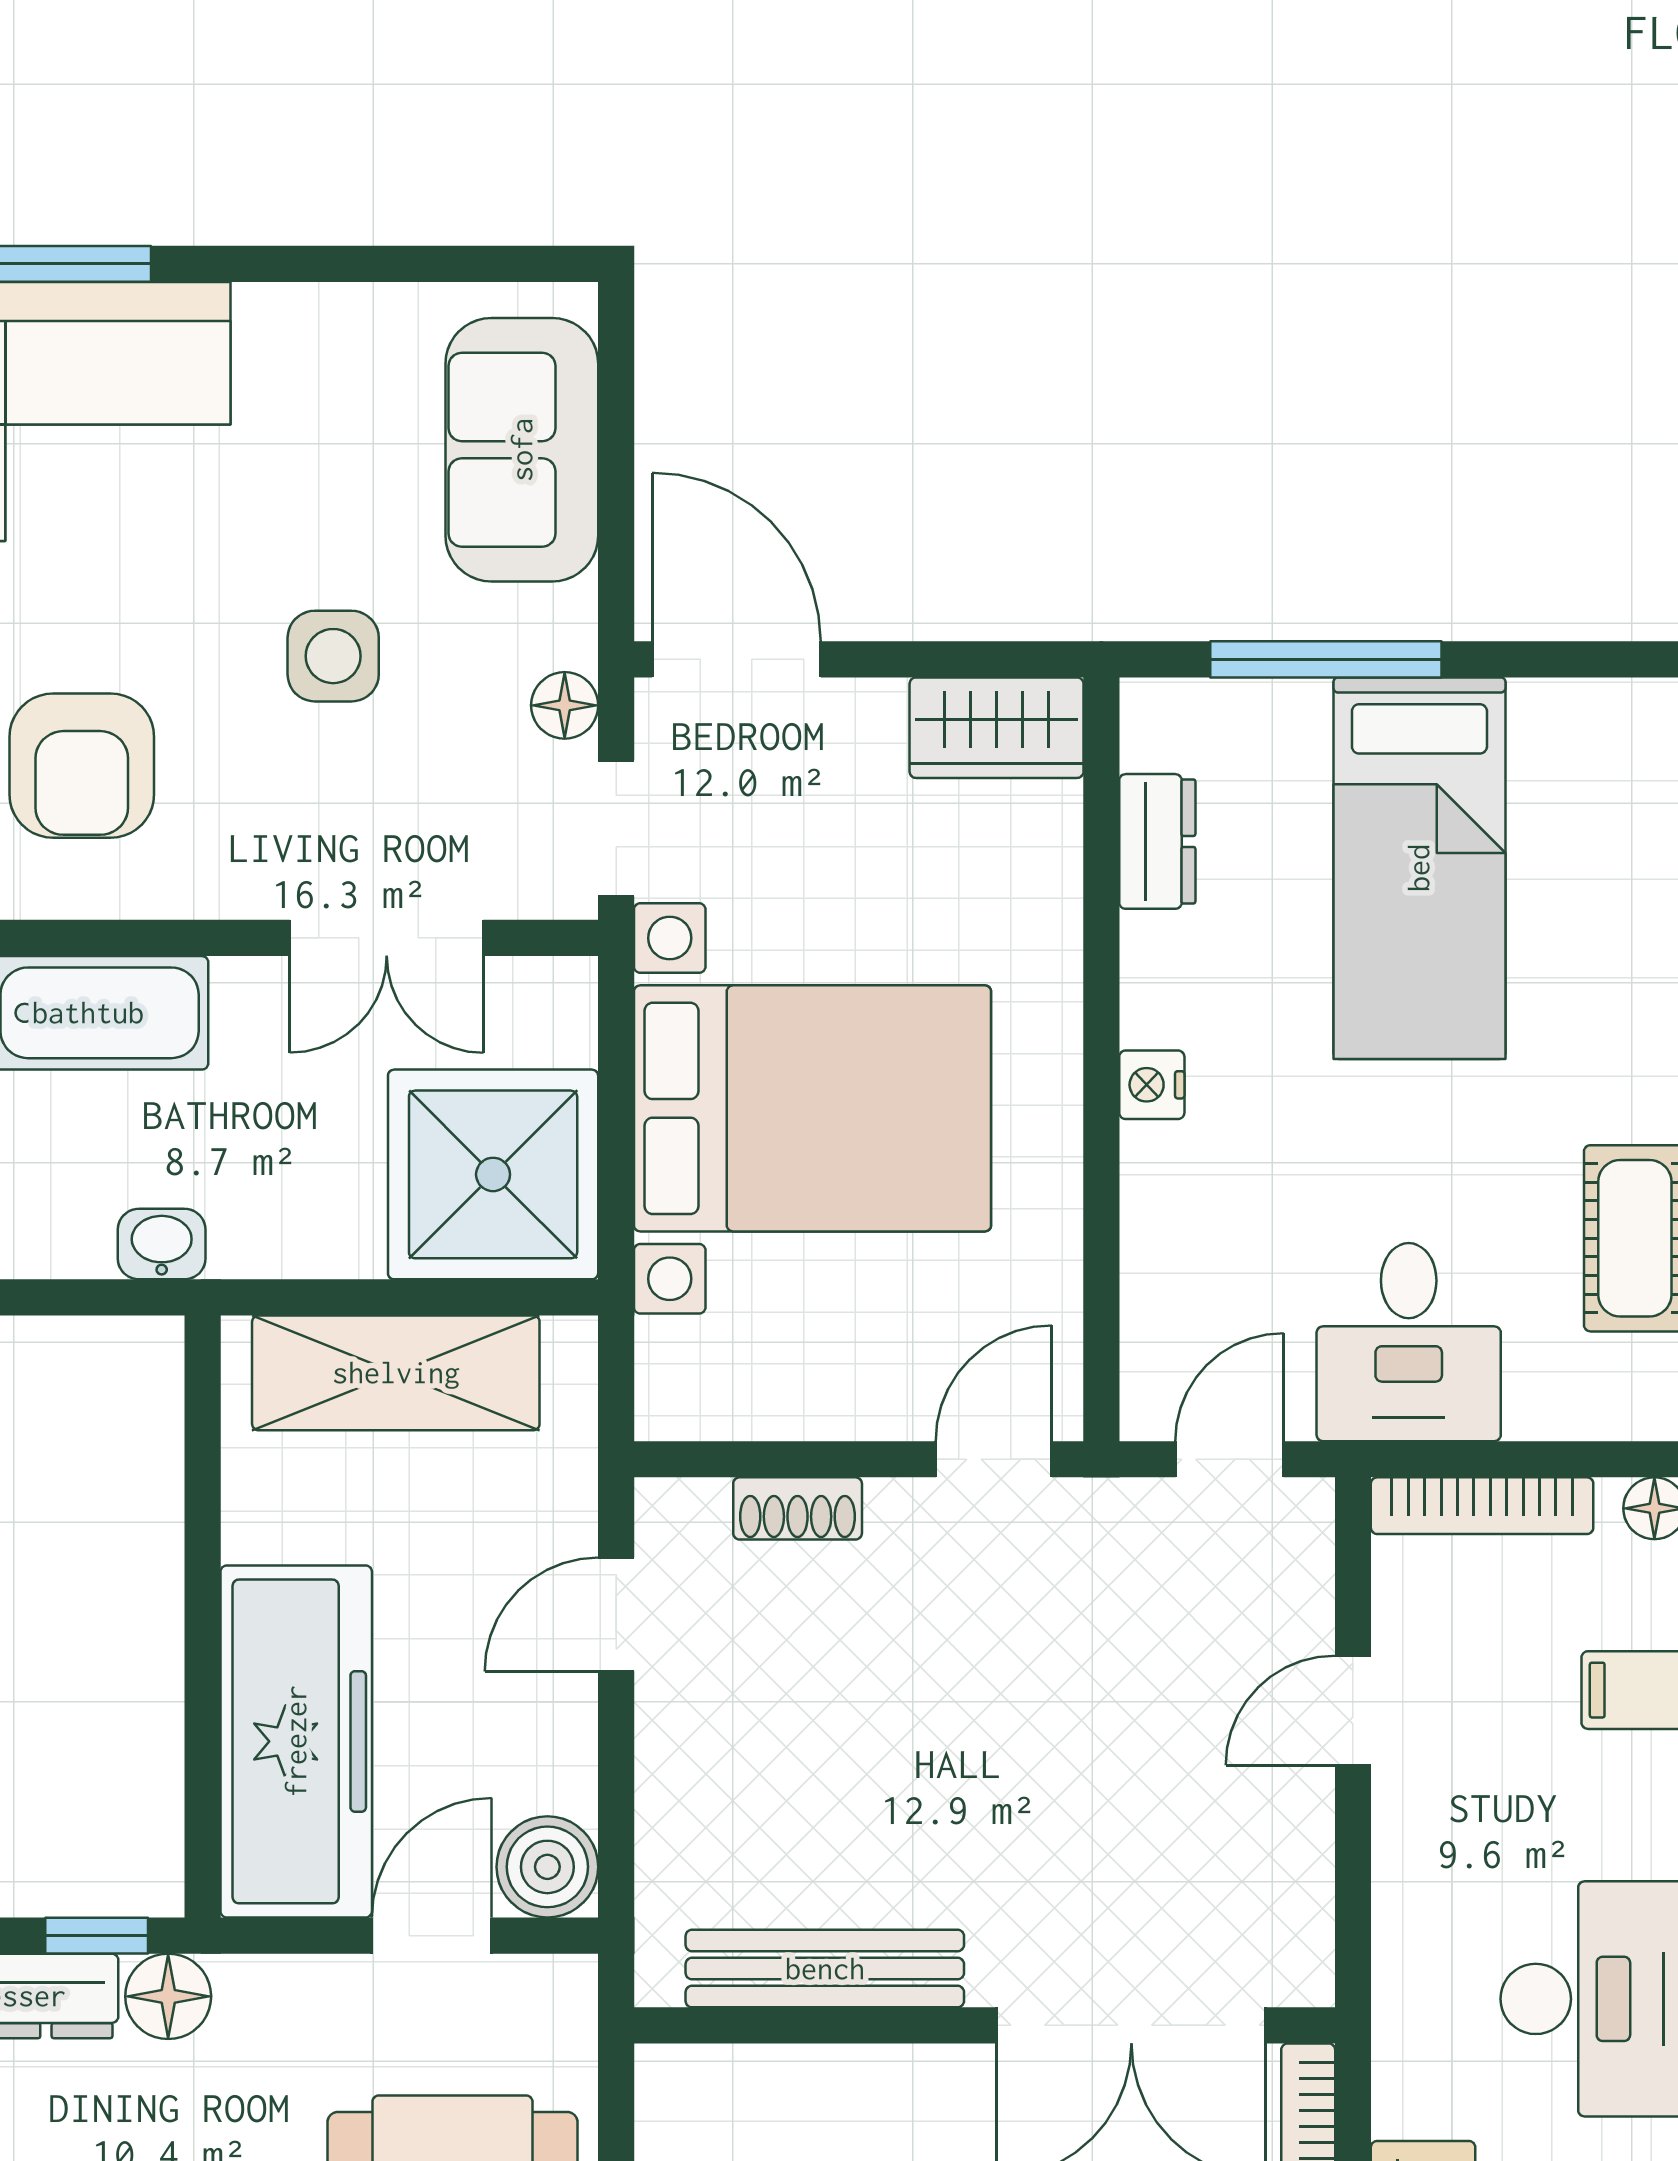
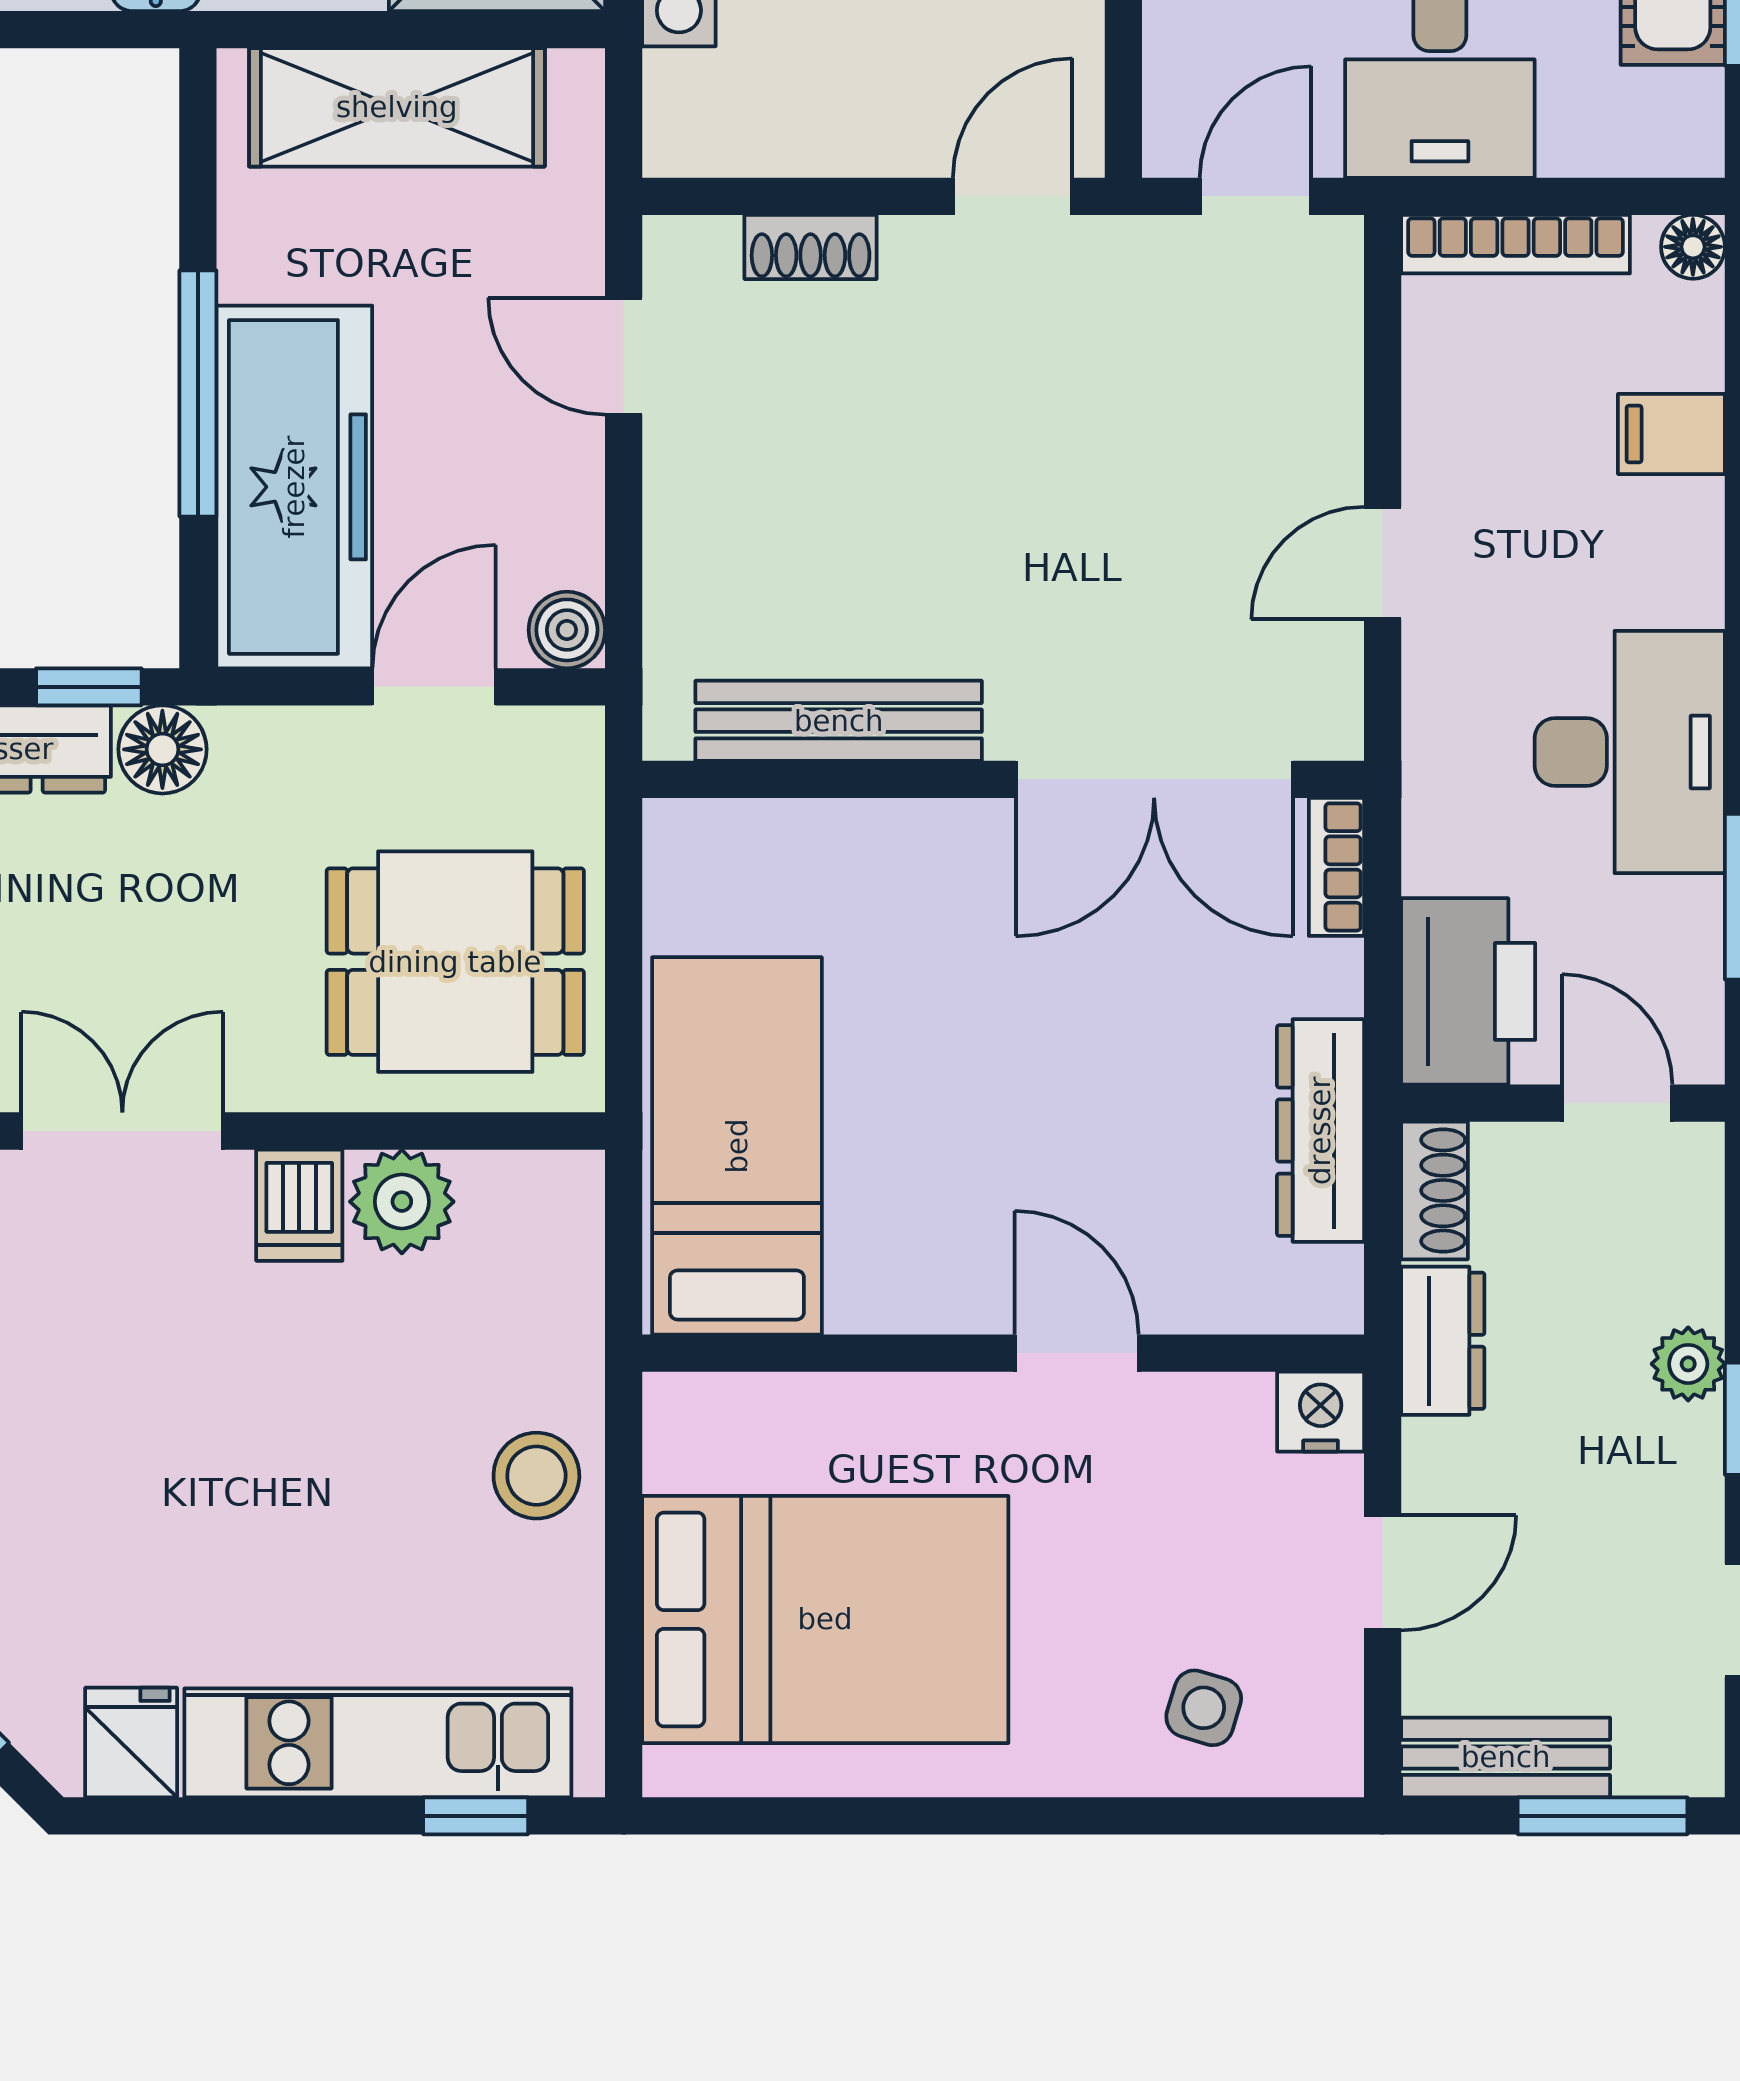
door: (616, 1615) -> (624, 356), hinge flipped
window: (203, 1651) -> (198, 393), added
door: (1353, 1711) -> (1383, 563), moved
boiler: (547, 1867) -> (567, 630), width x0.73, depth x0.73

